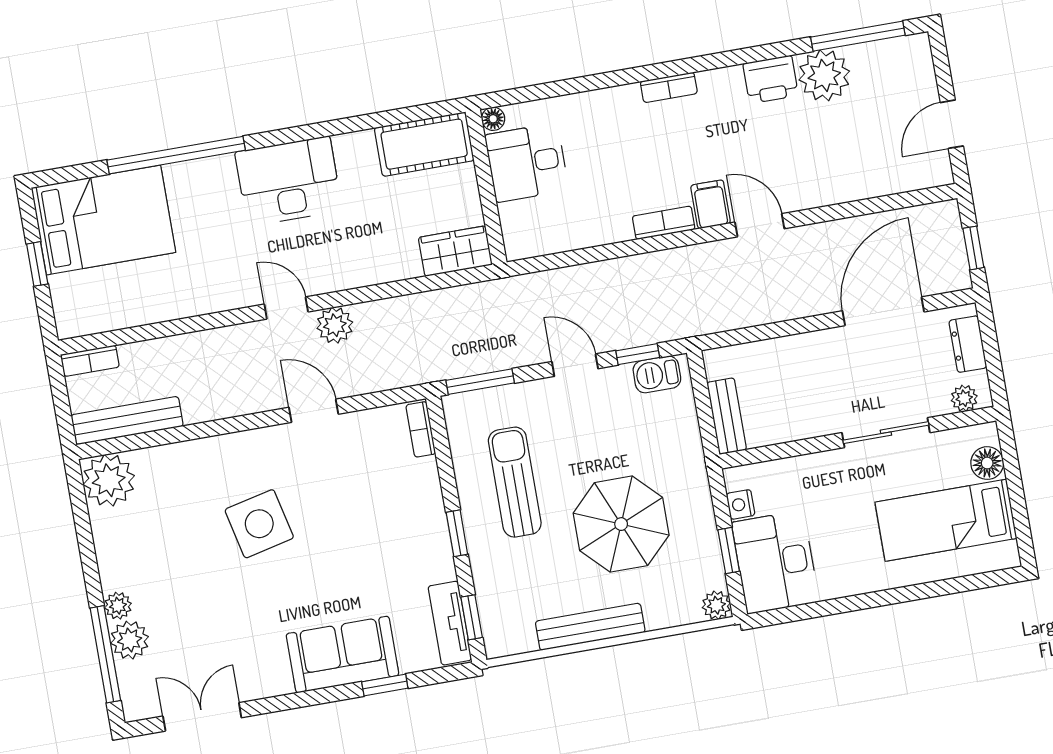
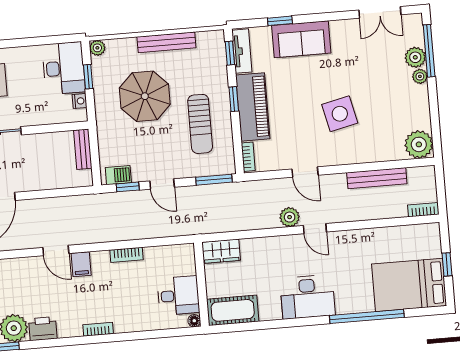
bookcase: (664, 223) -> (127, 255), moved
bench: (127, 421) -> (377, 178), moved
piano: (421, 522) -> (253, 107), added

